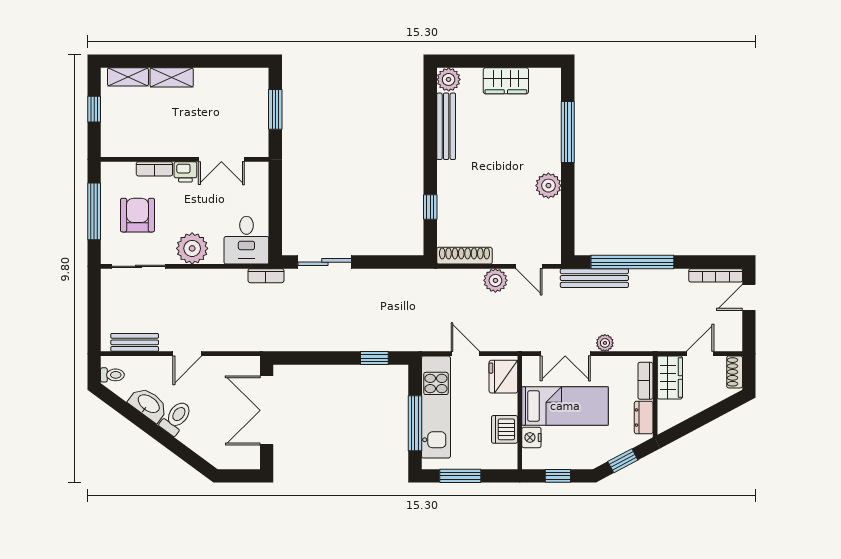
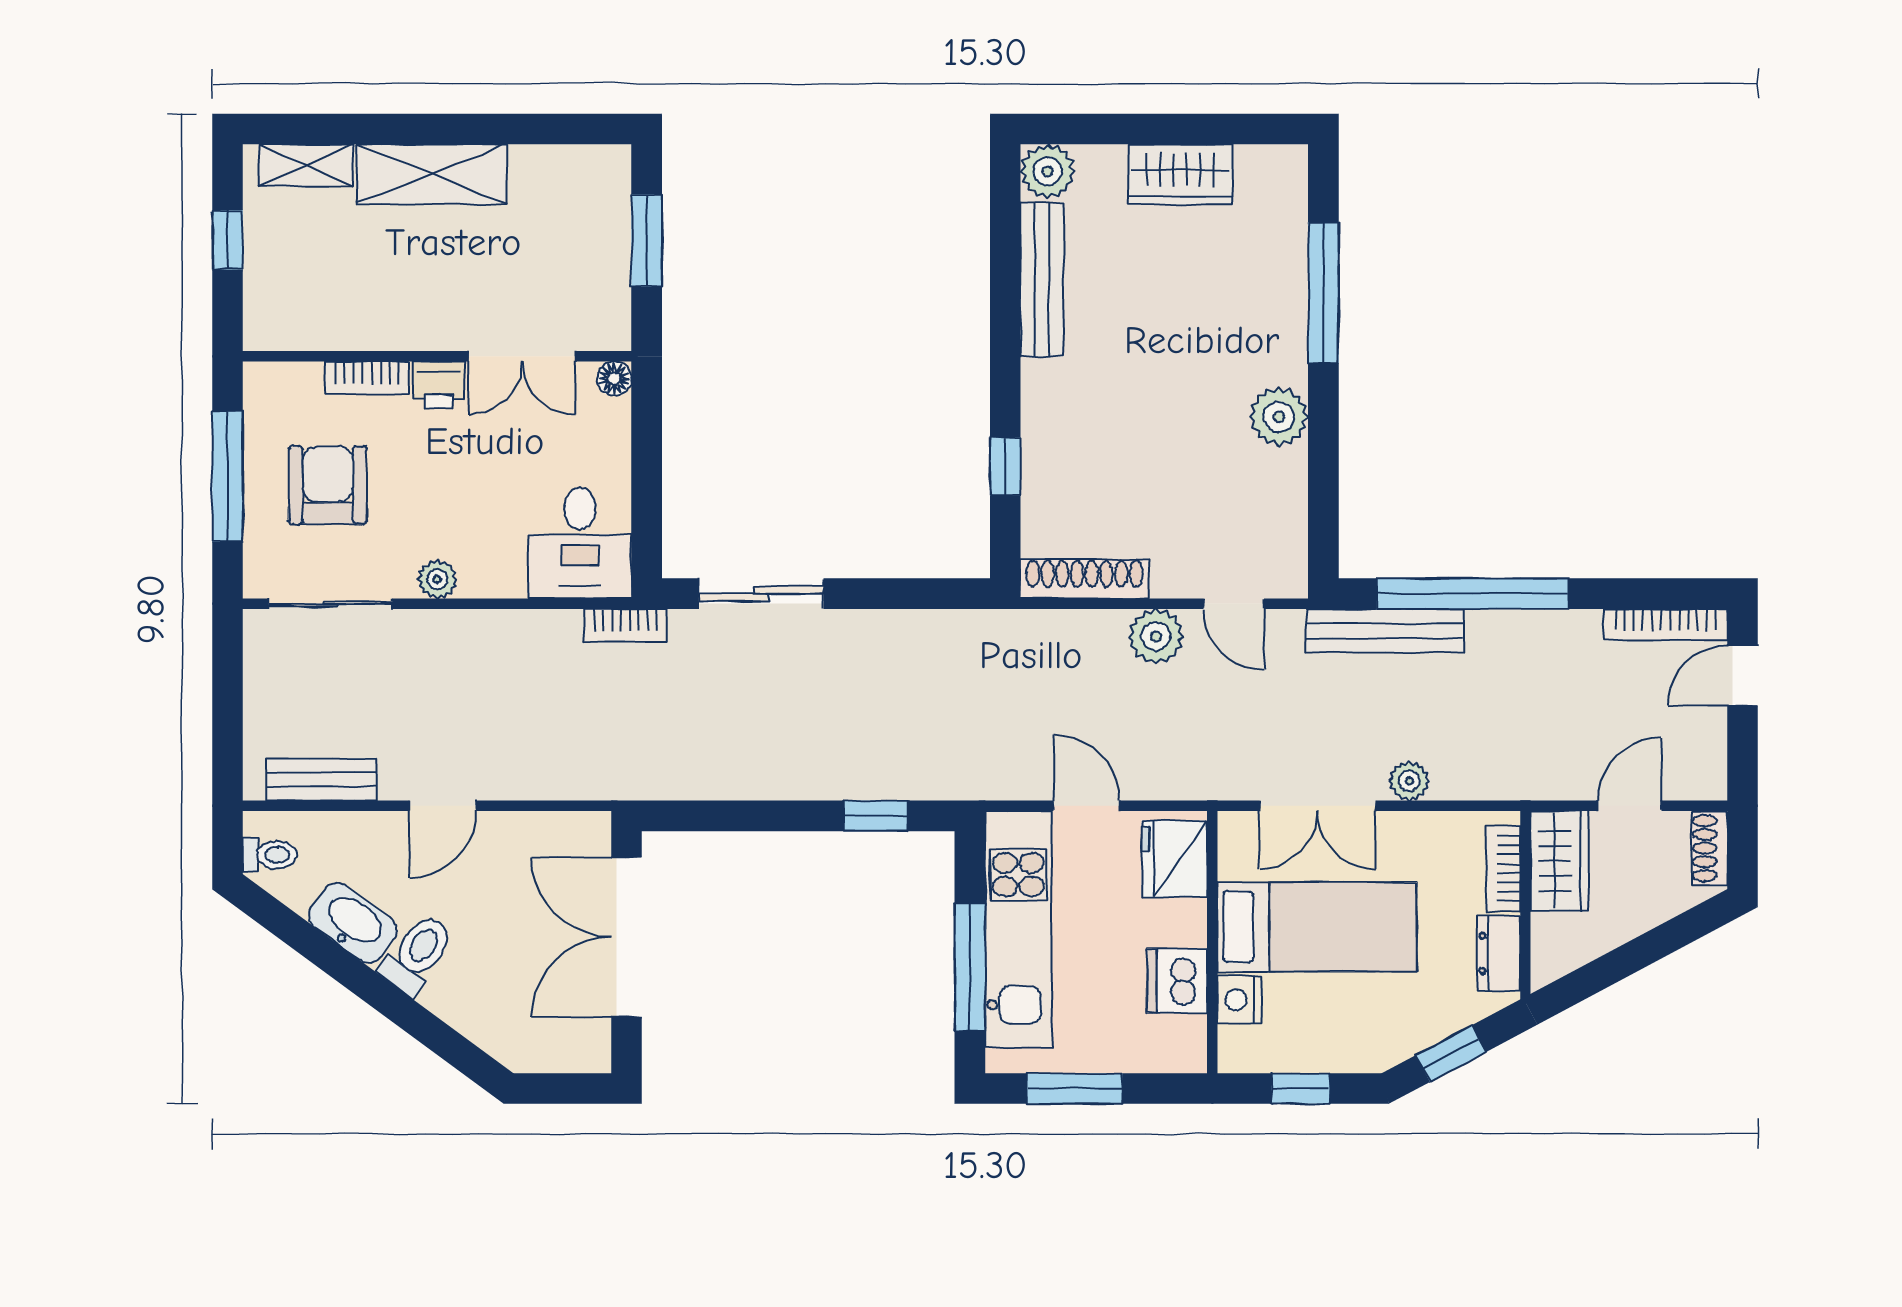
shelving: (172, 77) -> (432, 174), width x1.50, depth x1.33
floor lamp: (261, 169) -> (614, 379), added
plant: (192, 248) -> (437, 579), width x0.53, depth x0.53

